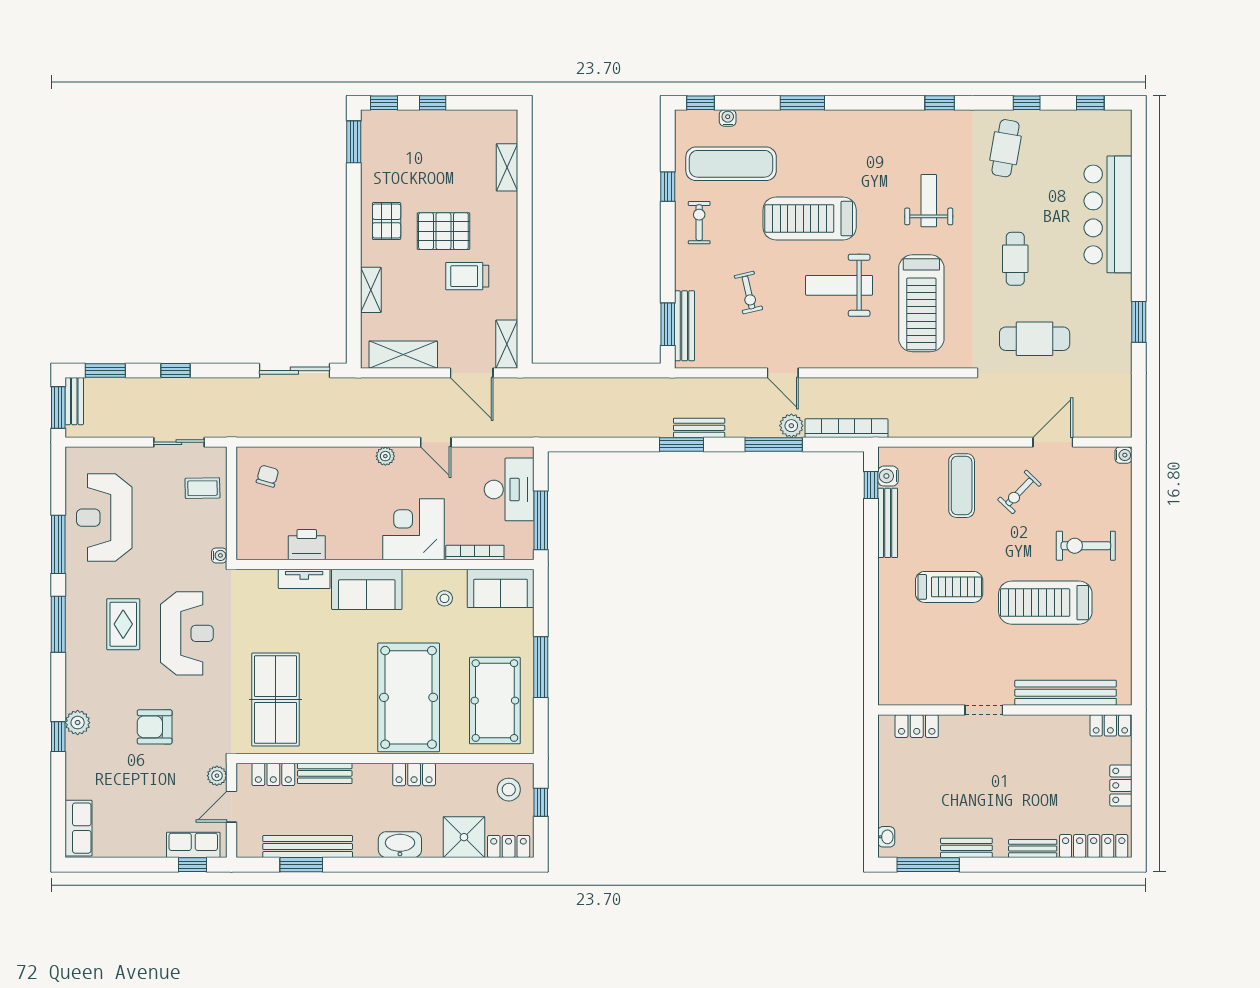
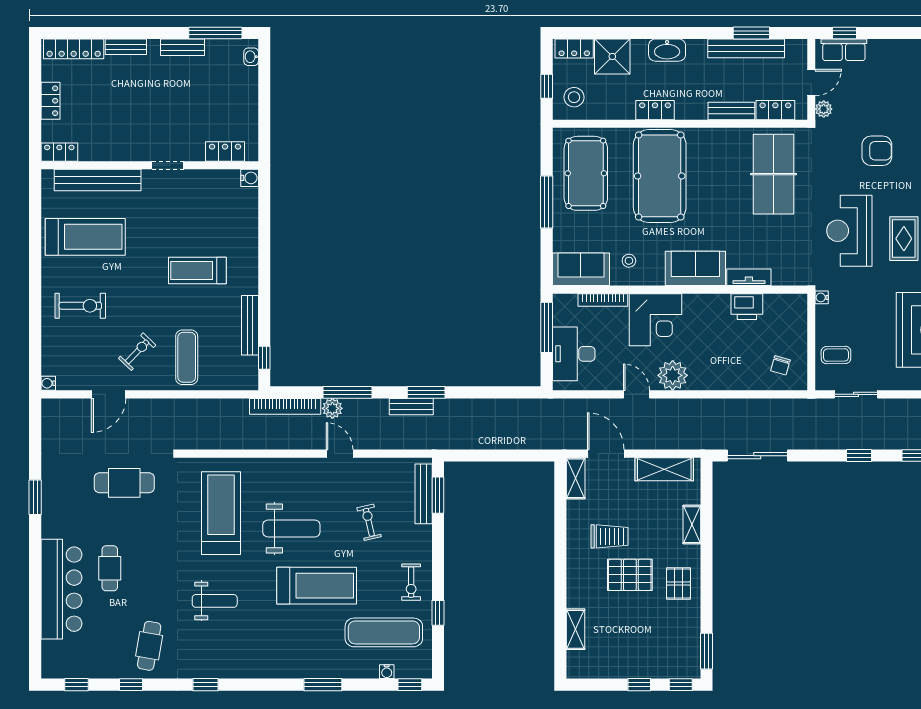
weight bench: (929, 201) -> (215, 601), turned -90
cafe table: (1015, 259) -> (110, 568), moved
plant: (385, 456) -> (673, 375), width x1.87, depth x1.87
water cooler: (888, 476) -> (250, 178), moved
treadmill: (1045, 603) -> (85, 237), moved

